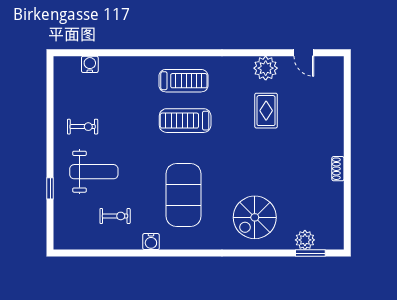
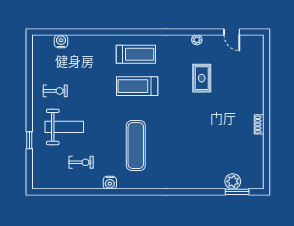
plant: (266, 68) -> (197, 40), width x0.53, depth x0.53
exercise mat: (183, 195) -> (136, 145), width x0.68
spiral stairs: (255, 217) -> (193, 163), removed

